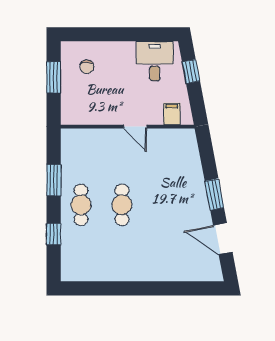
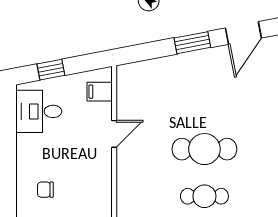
chair: (87, 67) -> (45, 190), turned 180
cafe table: (122, 205) -> (204, 149), width x1.37, depth x1.35

